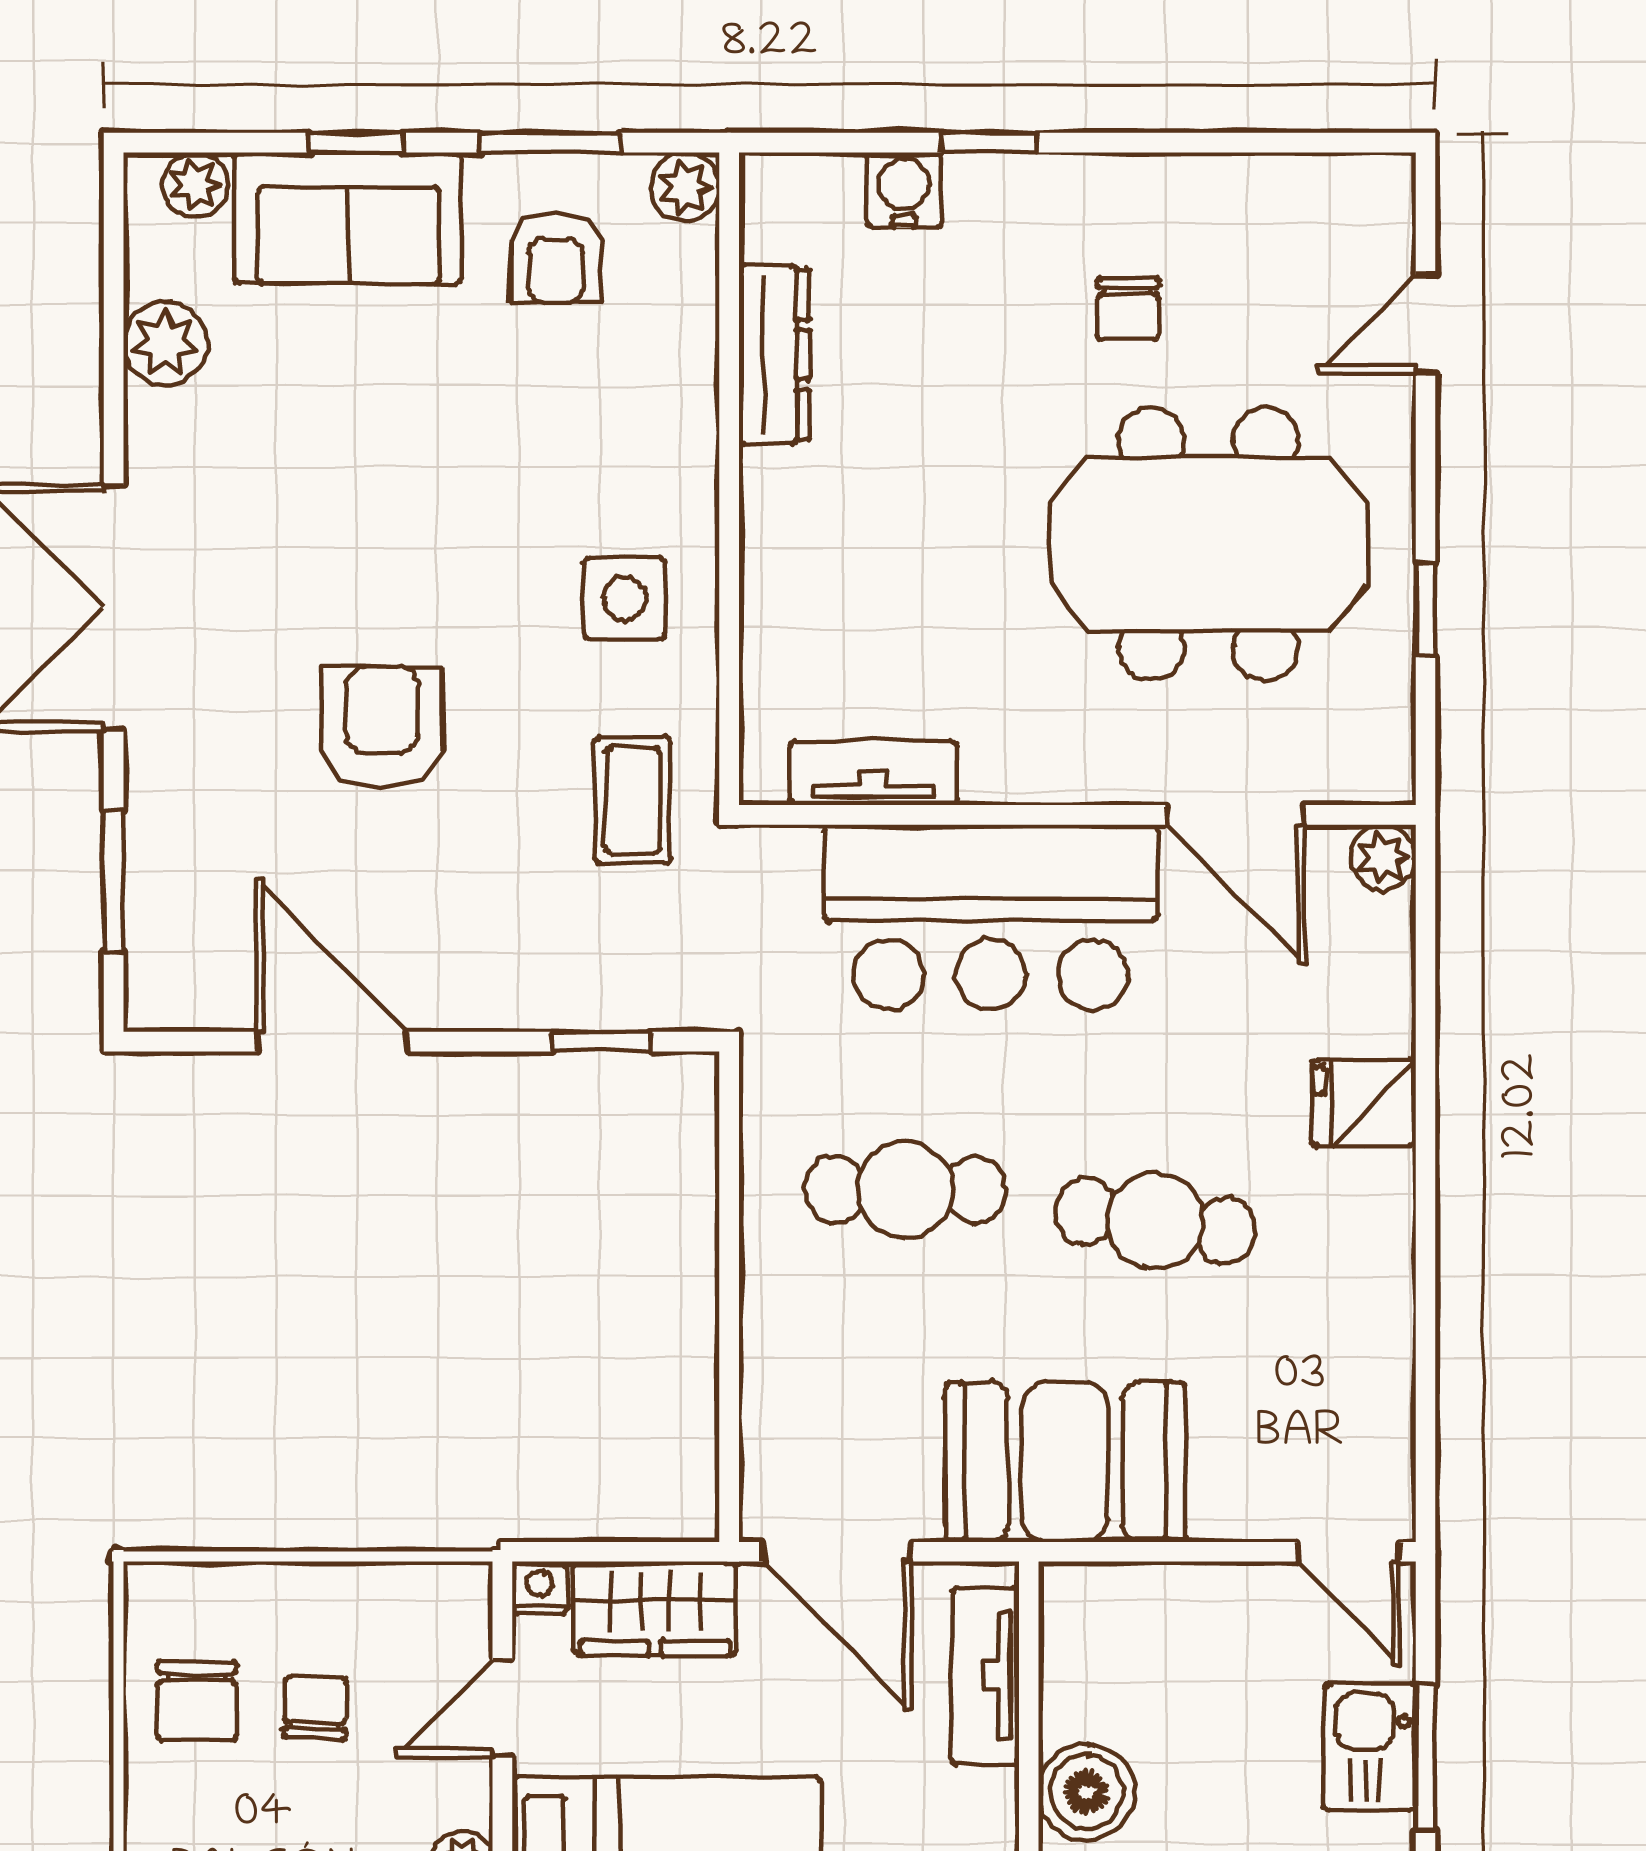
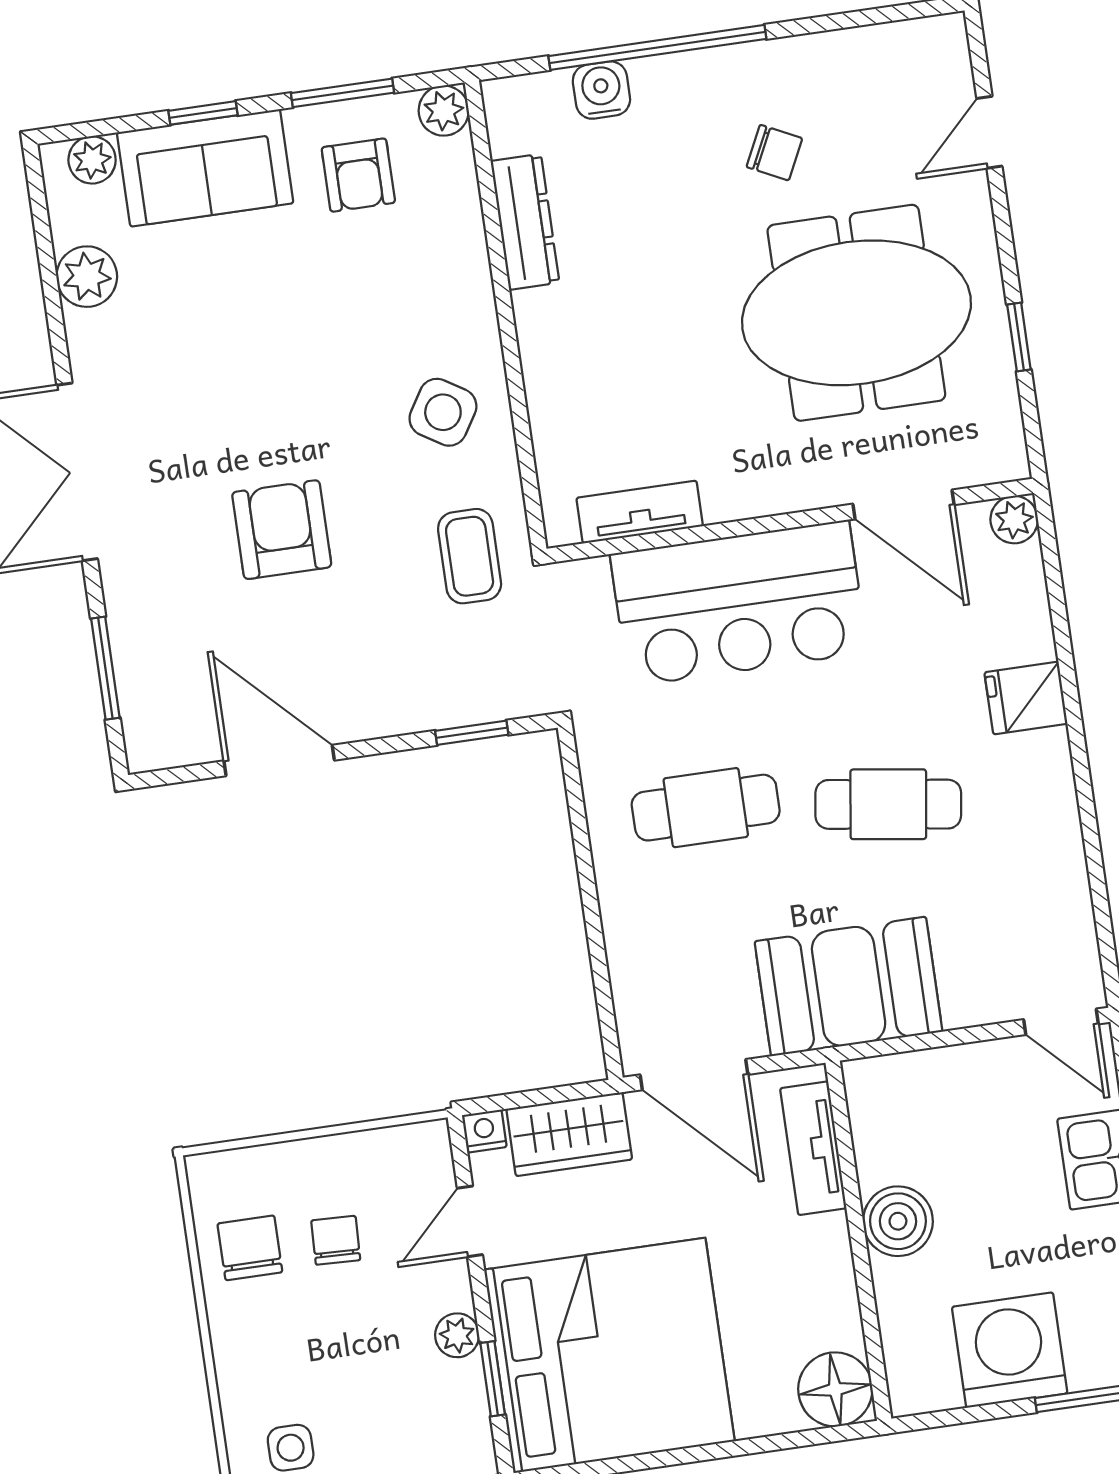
window: (989, 143) -> (657, 47), width x3.17
chair: (1128, 309) -> (774, 153), turned -64
side table: (625, 598) -> (443, 412), turned 32
chair: (197, 1701) -> (250, 1248), turned 180

